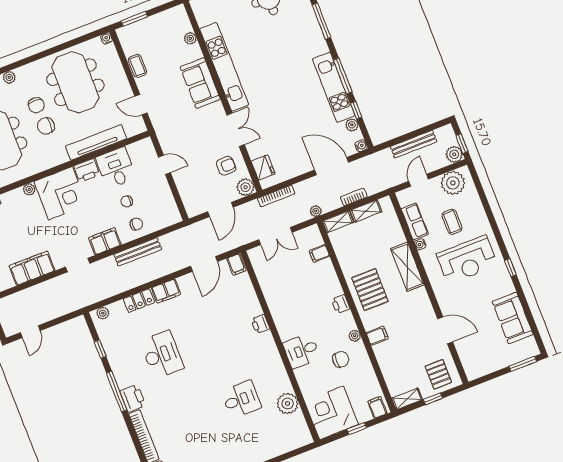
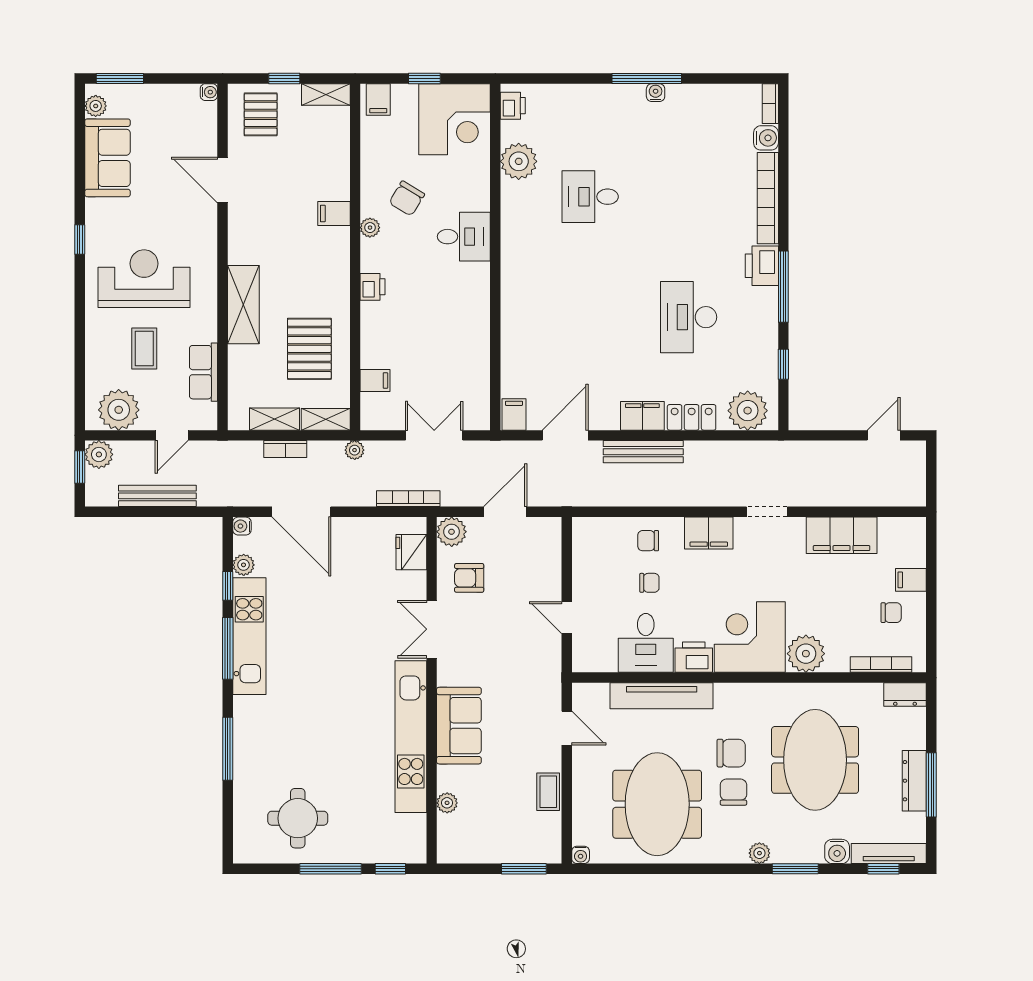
plant: (29, 189) -> (806, 654), width x1.87, depth x1.87
water cooler: (420, 244) -> (209, 92), moved
bench: (138, 252) -> (643, 452), moved
pallet: (370, 290) -> (309, 349), moved
plant: (103, 313) -> (748, 411), width x1.88, depth x1.88
printer: (260, 324) -> (513, 106), moved
plant: (530, 344) -> (96, 106), added
chair: (341, 359) -> (407, 199), turned -59

